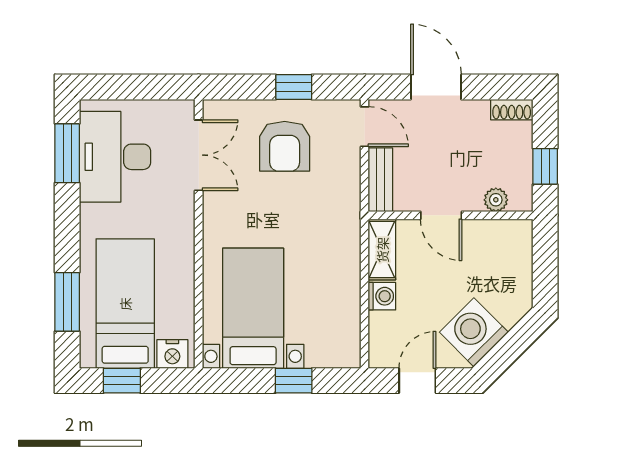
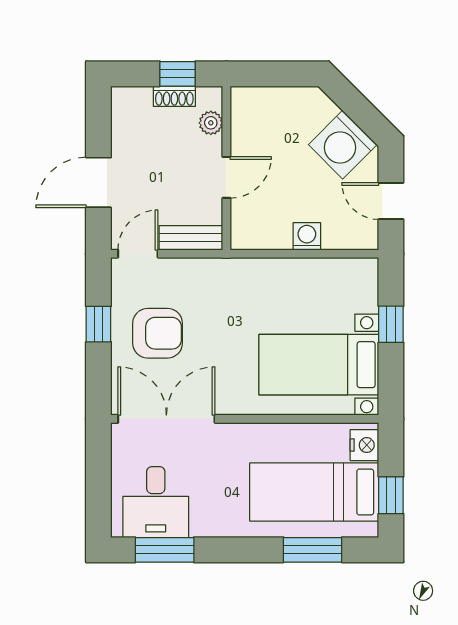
shoe rack: (512, 110) -> (174, 96), moved, turned 90
double door: (199, 155) -> (166, 419), width x1.37
desk: (115, 157) -> (156, 502), width x0.73
shelving: (382, 250) -> (260, 236), removed

